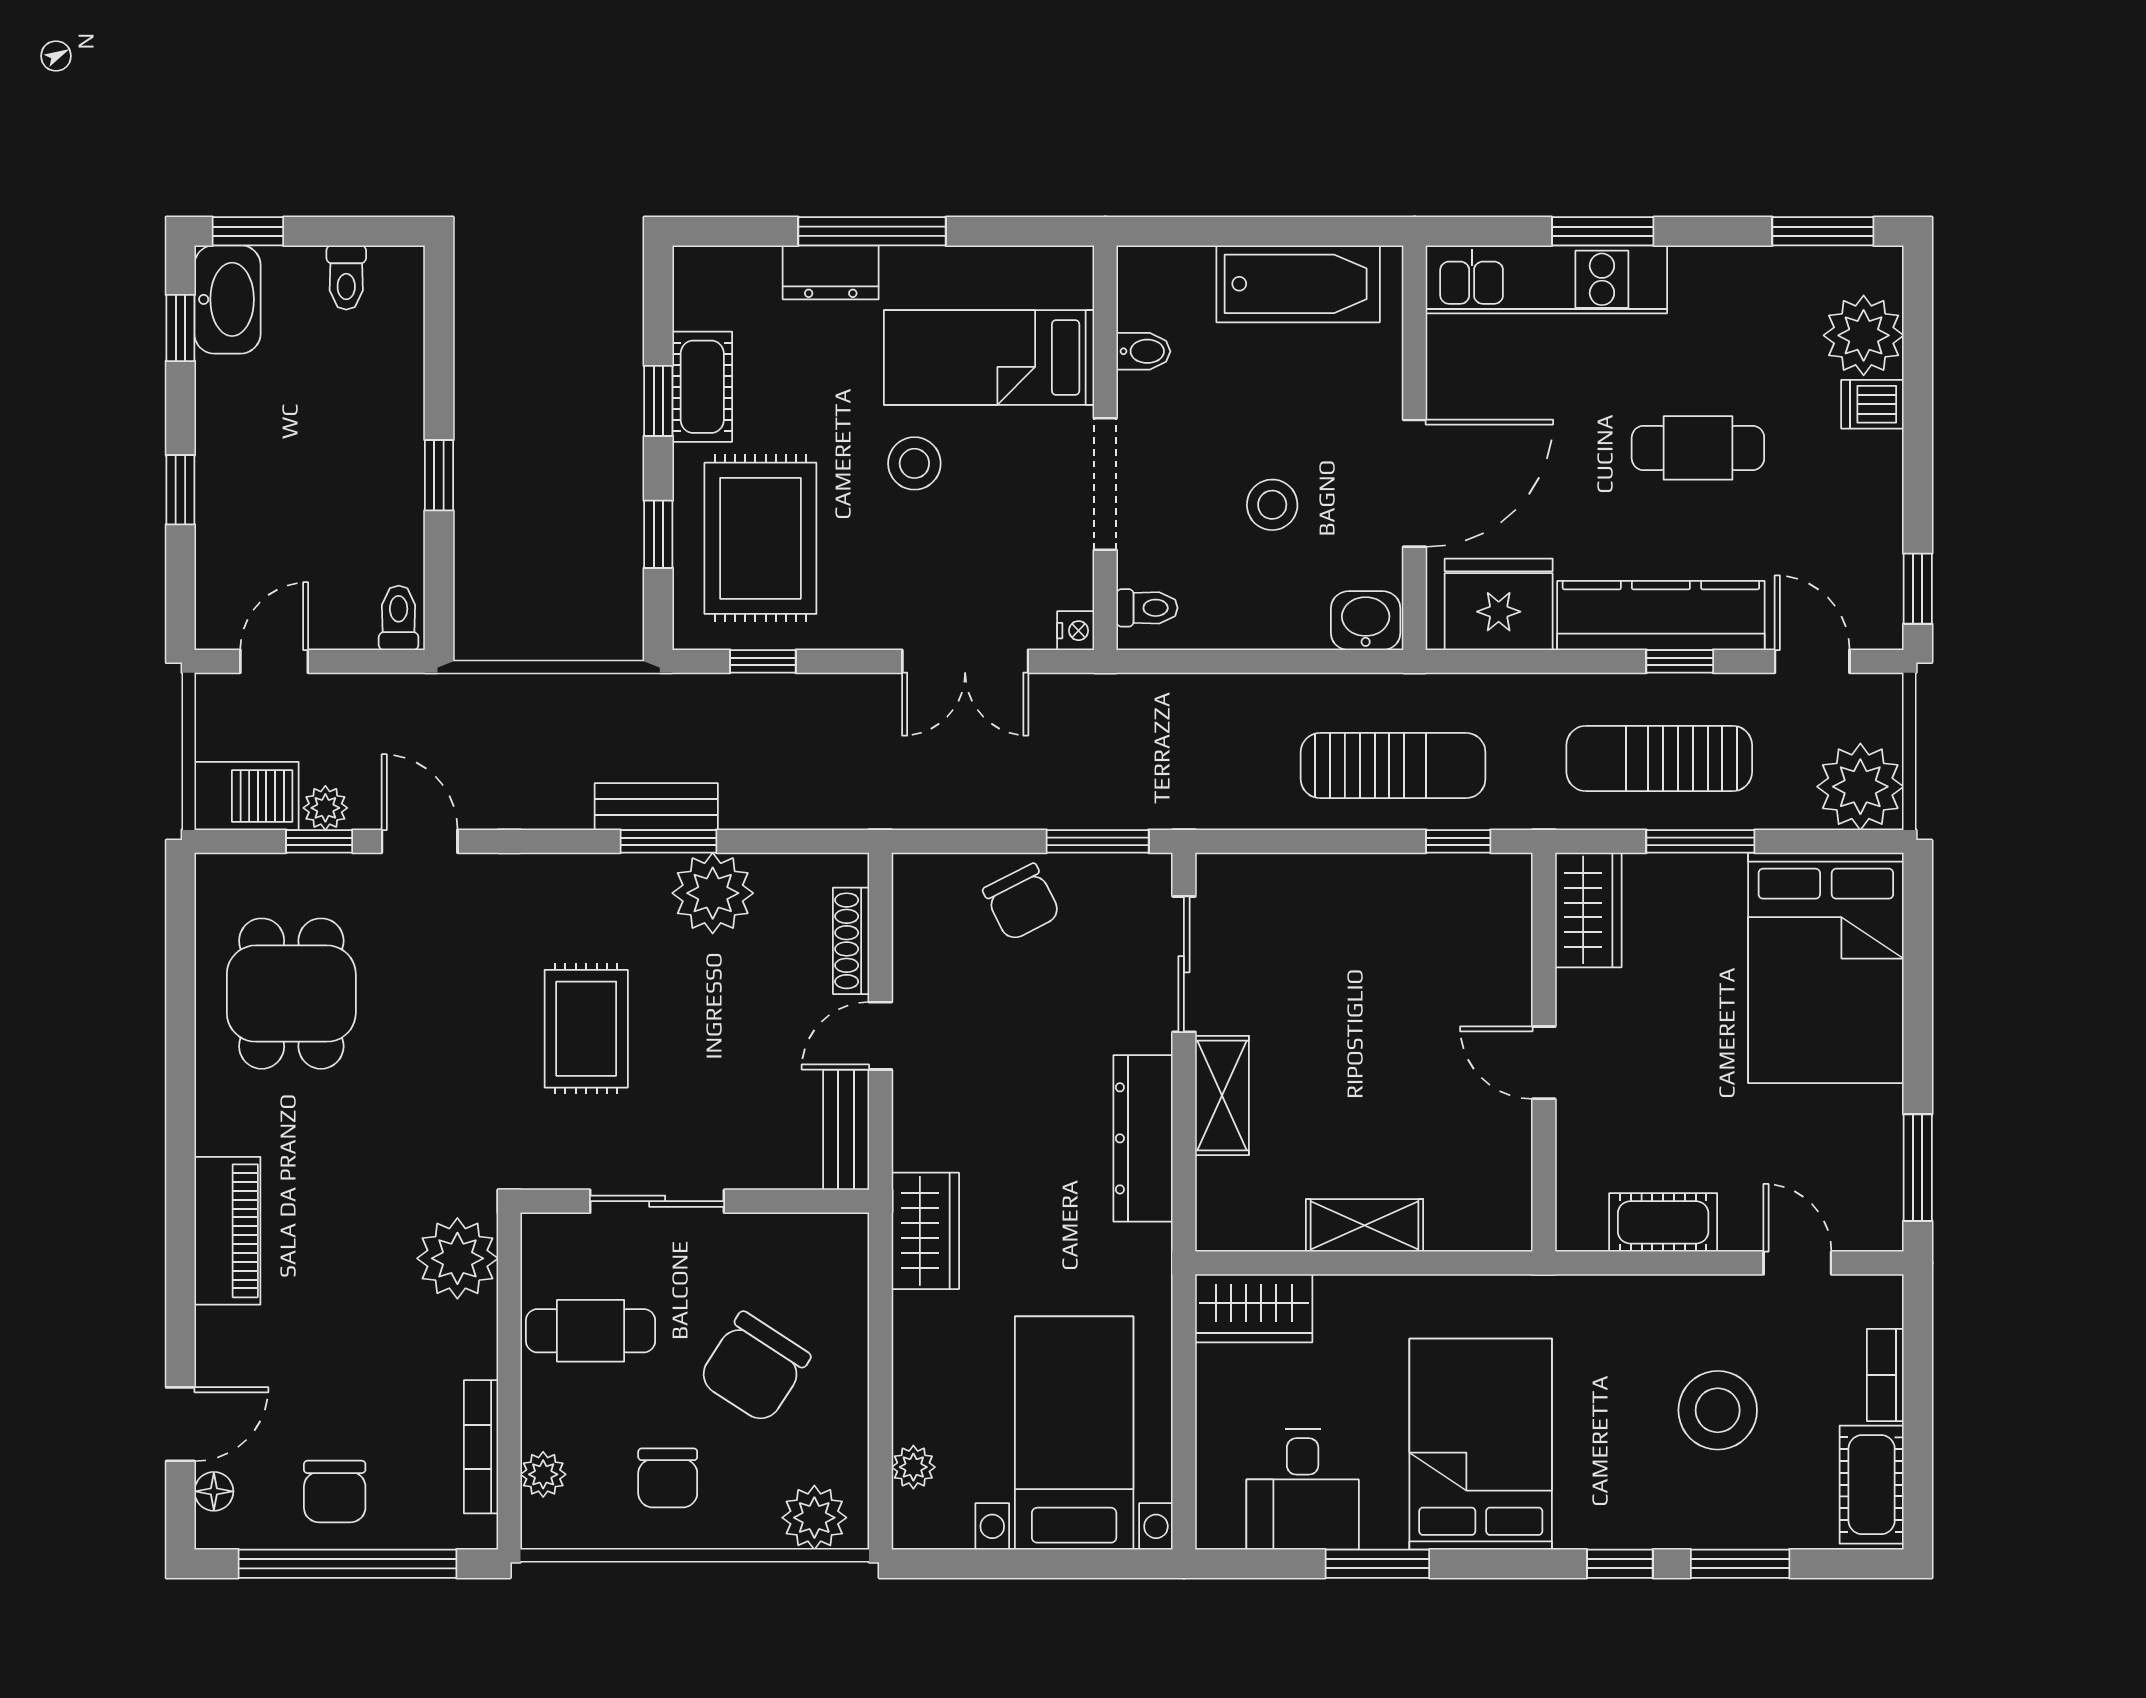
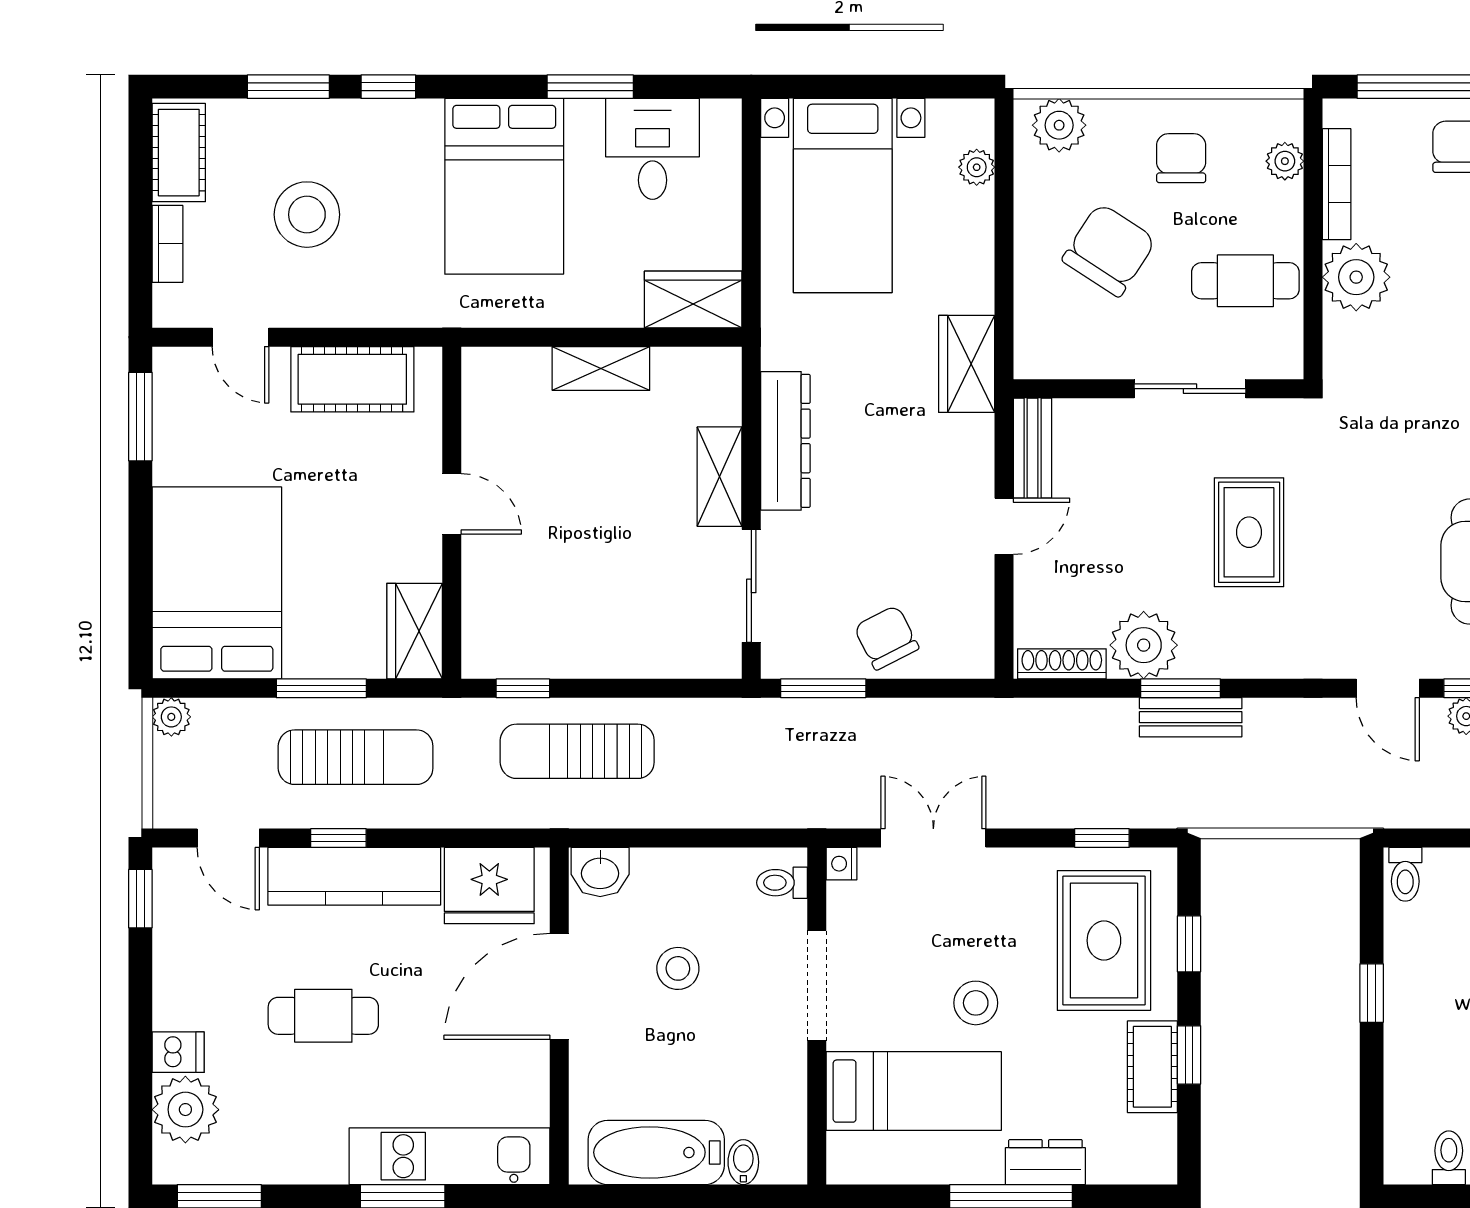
bidet: (1143, 351) -> (743, 1162), moved, turned 90
plant: (1860, 787) -> (171, 717), width x0.53, depth x0.53
shoe rack: (851, 941) -> (1062, 664), moved, turned -90
cot: (1663, 1222) -> (352, 379), width x1.37, depth x1.34
plant: (457, 1258) -> (1356, 277), moved

